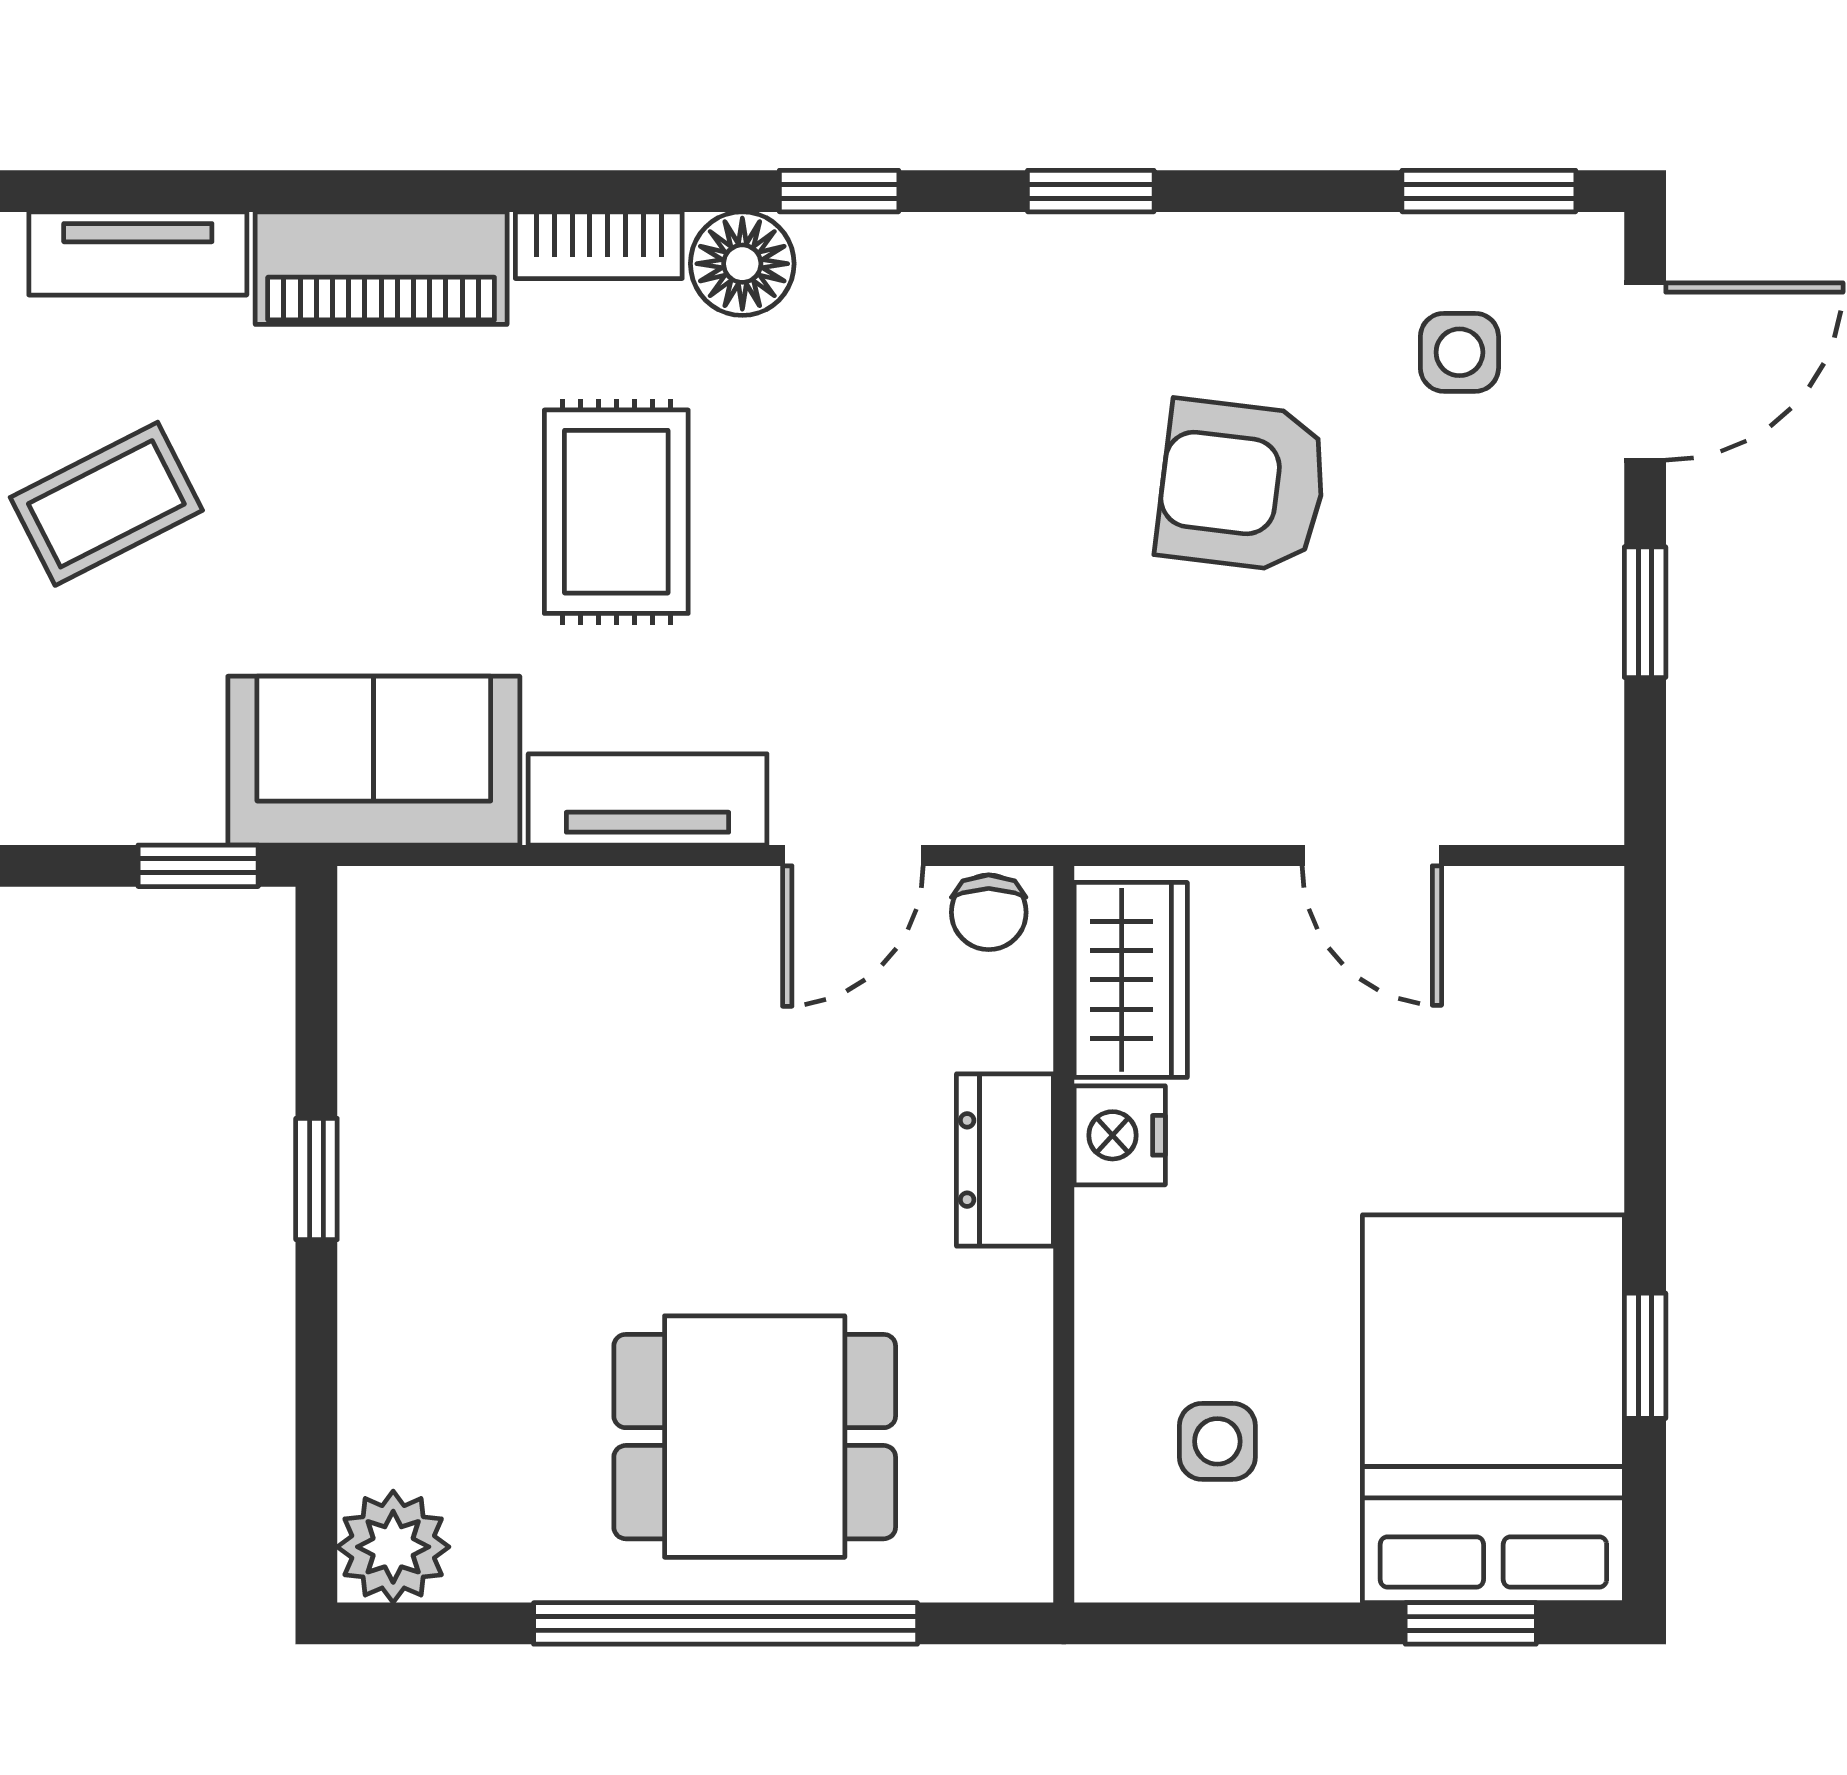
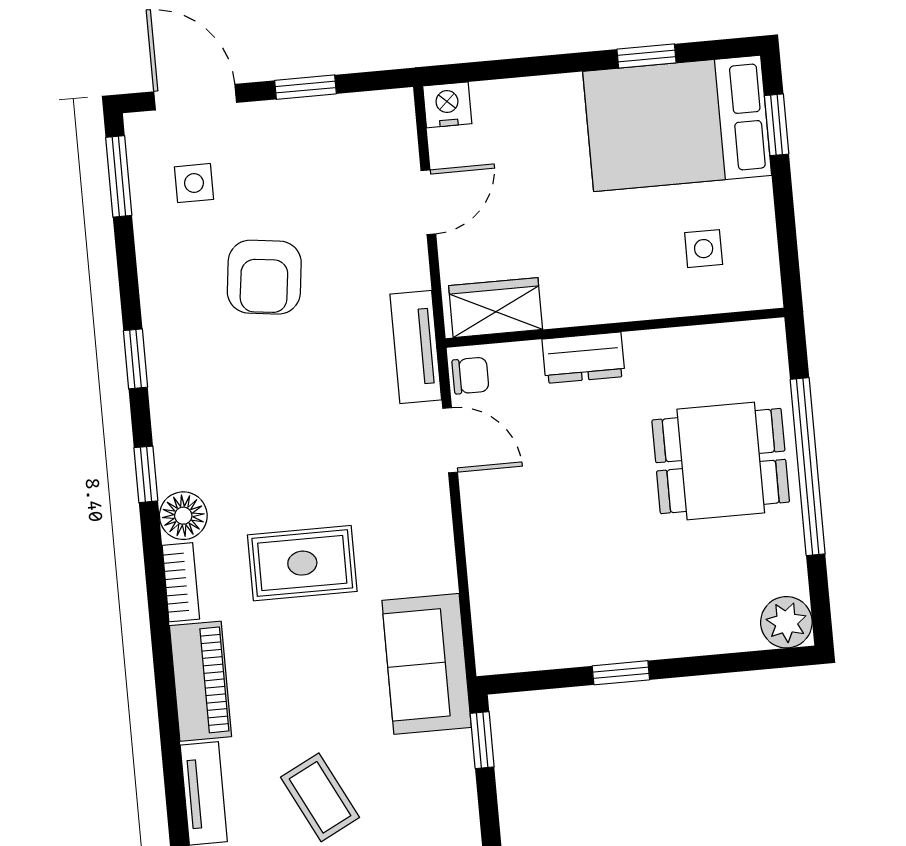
tv unit: (648, 799) -> (416, 347), moved
nightstand: (1120, 1135) -> (447, 105), moved, turned 180
dining table: (755, 1437) -> (721, 461), turned 90

